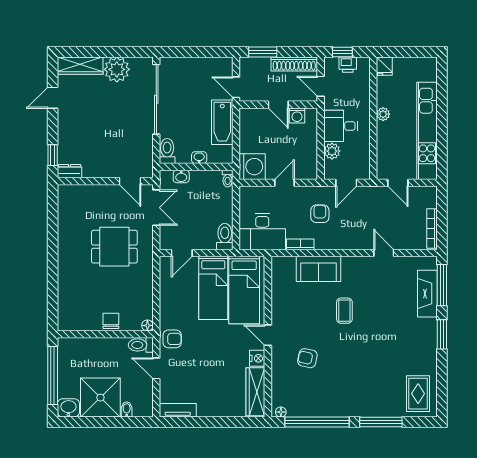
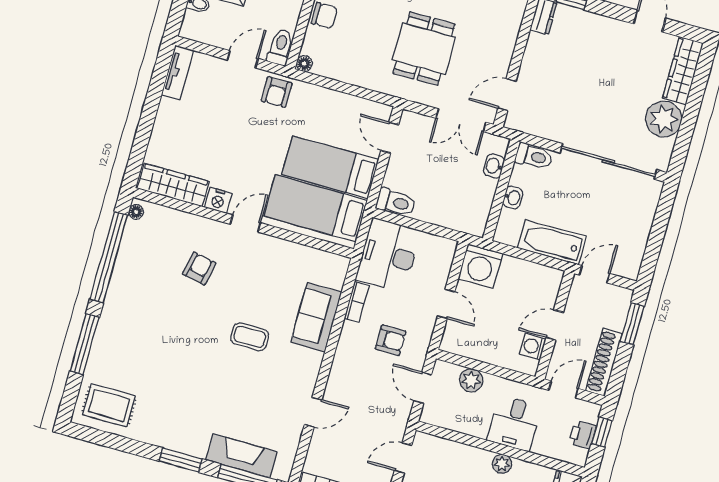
desk: (341, 126) -> (514, 423), moved, turned 180
toilet: (228, 179) -> (473, 228), removed

